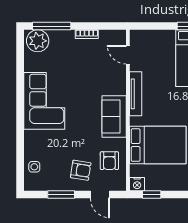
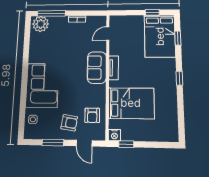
door: (128, 55) -> (108, 34), hinge flipped
tv unit: (136, 94) -> (114, 68), width x0.71
corner sofa: (44, 101) -> (42, 85), moved
sofa: (114, 116) -> (97, 68), moved

